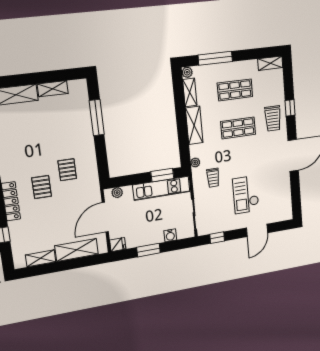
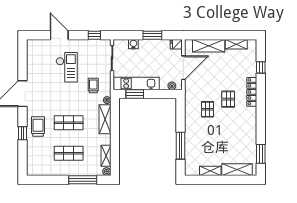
shelving: (270, 63) -> (37, 171), removed
shelving: (194, 125) -> (105, 119), moved
door: (257, 230) -> (59, 35), hinge flipped

